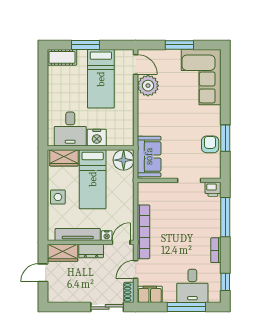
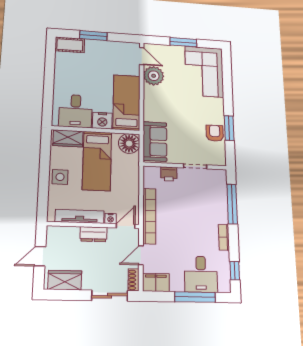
bed: (101, 79) -> (127, 102), moved, turned 180
printer: (213, 189) -> (169, 174), moved
wardrobe: (63, 253) -> (65, 280), moved, turned 180

